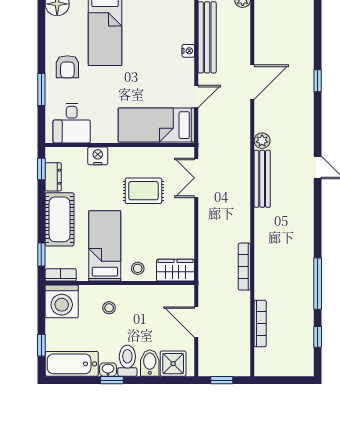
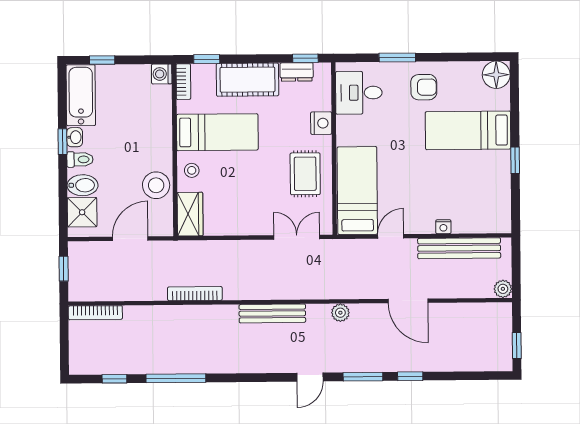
armchair: (67, 67) -> (424, 87), turned 180
door: (196, 97) -> (391, 236), swing flipped
window: (318, 122) -> (363, 377), added
bench: (262, 179) -> (272, 313), moved
rug: (143, 191) -> (305, 174), moved
washing machine: (62, 301) -> (162, 74), width x0.53, depth x0.53
stool: (109, 308) -> (156, 185), moved, width x1.89, depth x1.89
bookcase: (260, 323) -> (95, 313), moved
toilet: (127, 361) -> (80, 159), width x0.73, depth x0.72

